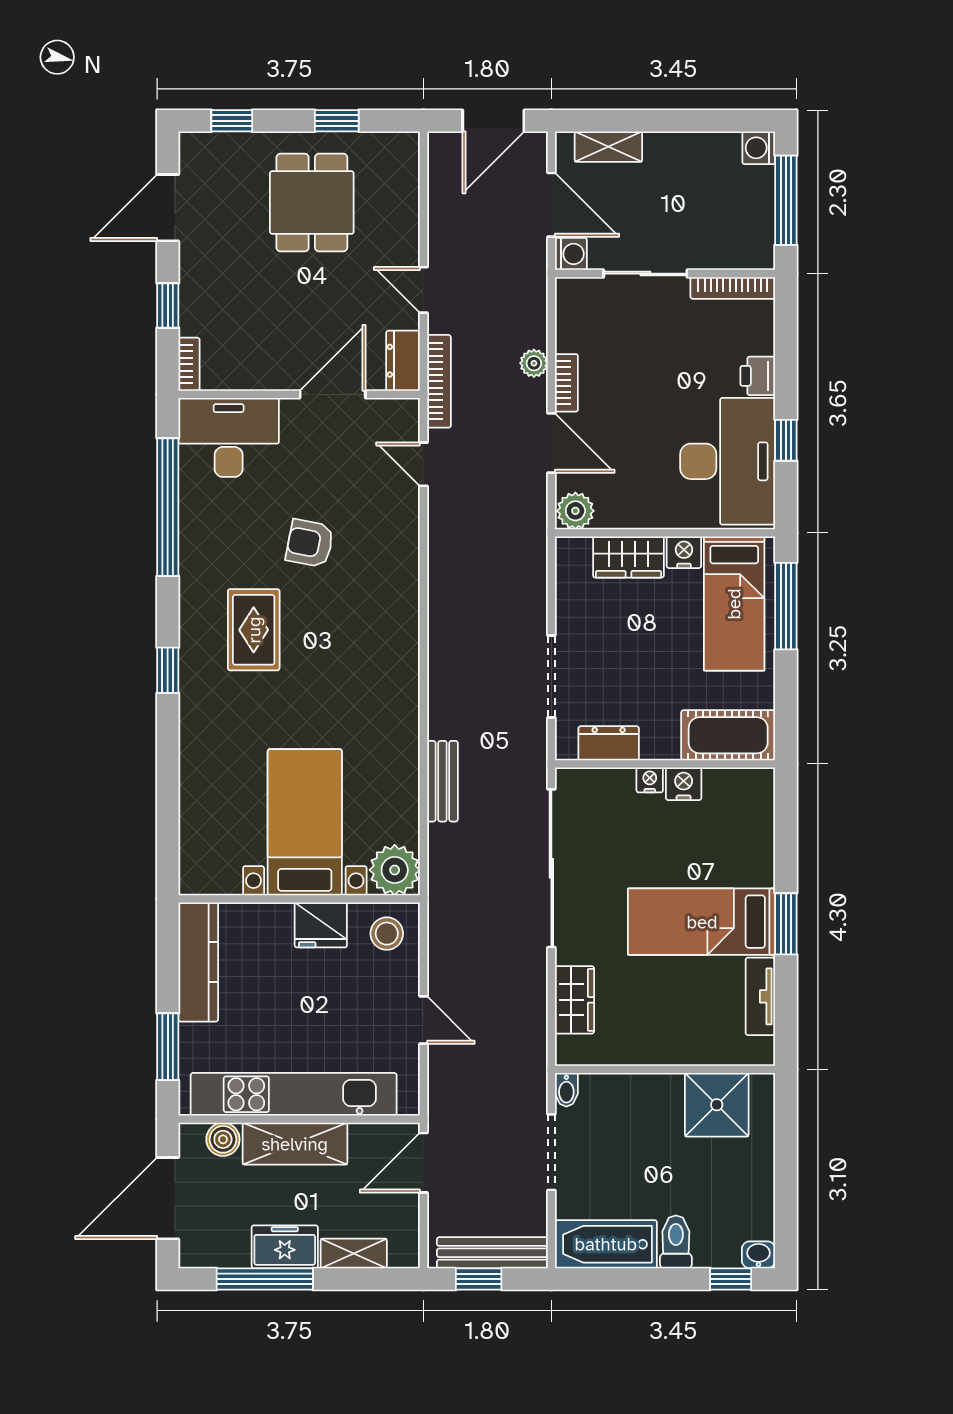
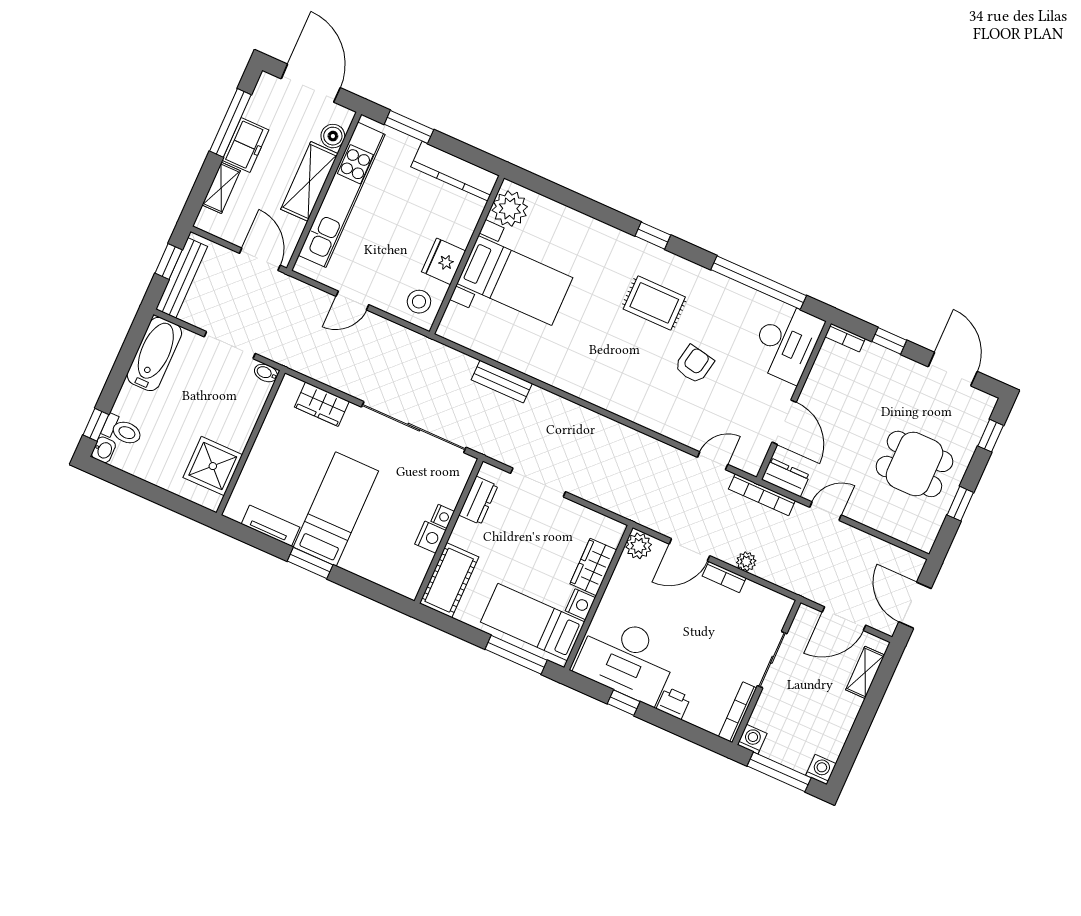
washing machine: (571, 254) -> (752, 739), moved, turned 180
plant: (395, 870) -> (510, 209), moved
toilet: (676, 1242) -> (122, 430), moved

